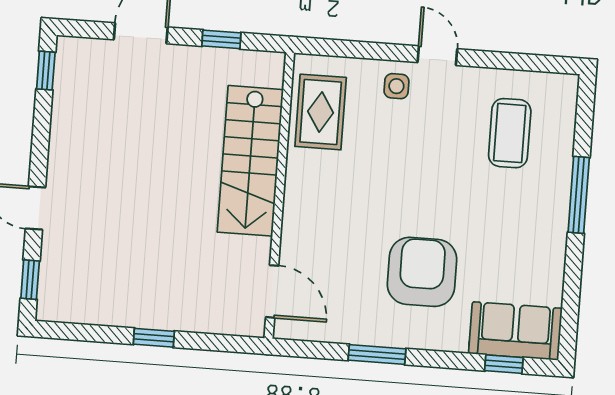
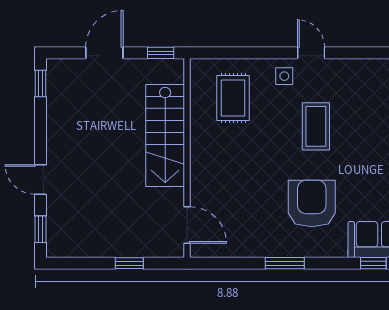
coffee table: (510, 133) -> (316, 126), moved
stairs: (250, 161) -> (165, 136), moved
wall: (279, 195) -> (187, 158), moved
door: (272, 291) -> (187, 225), moved

